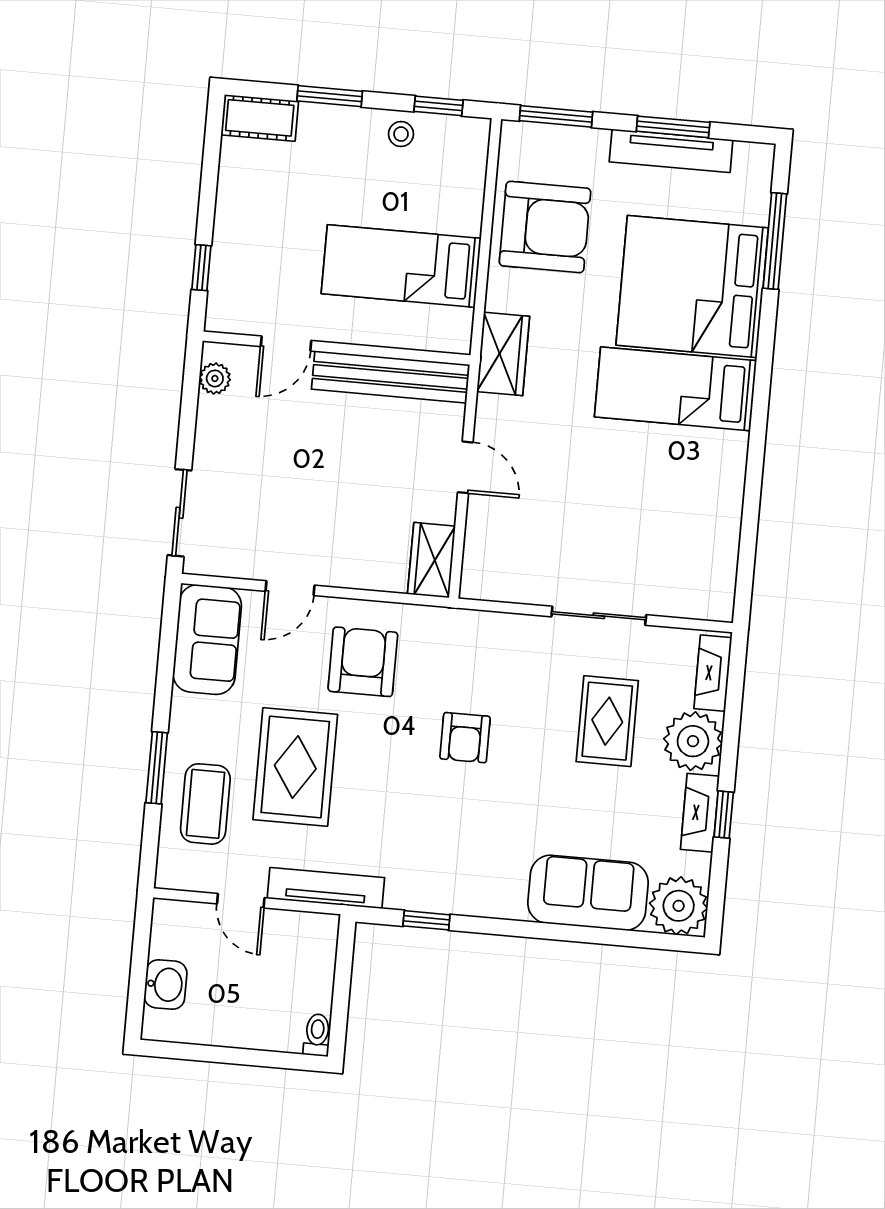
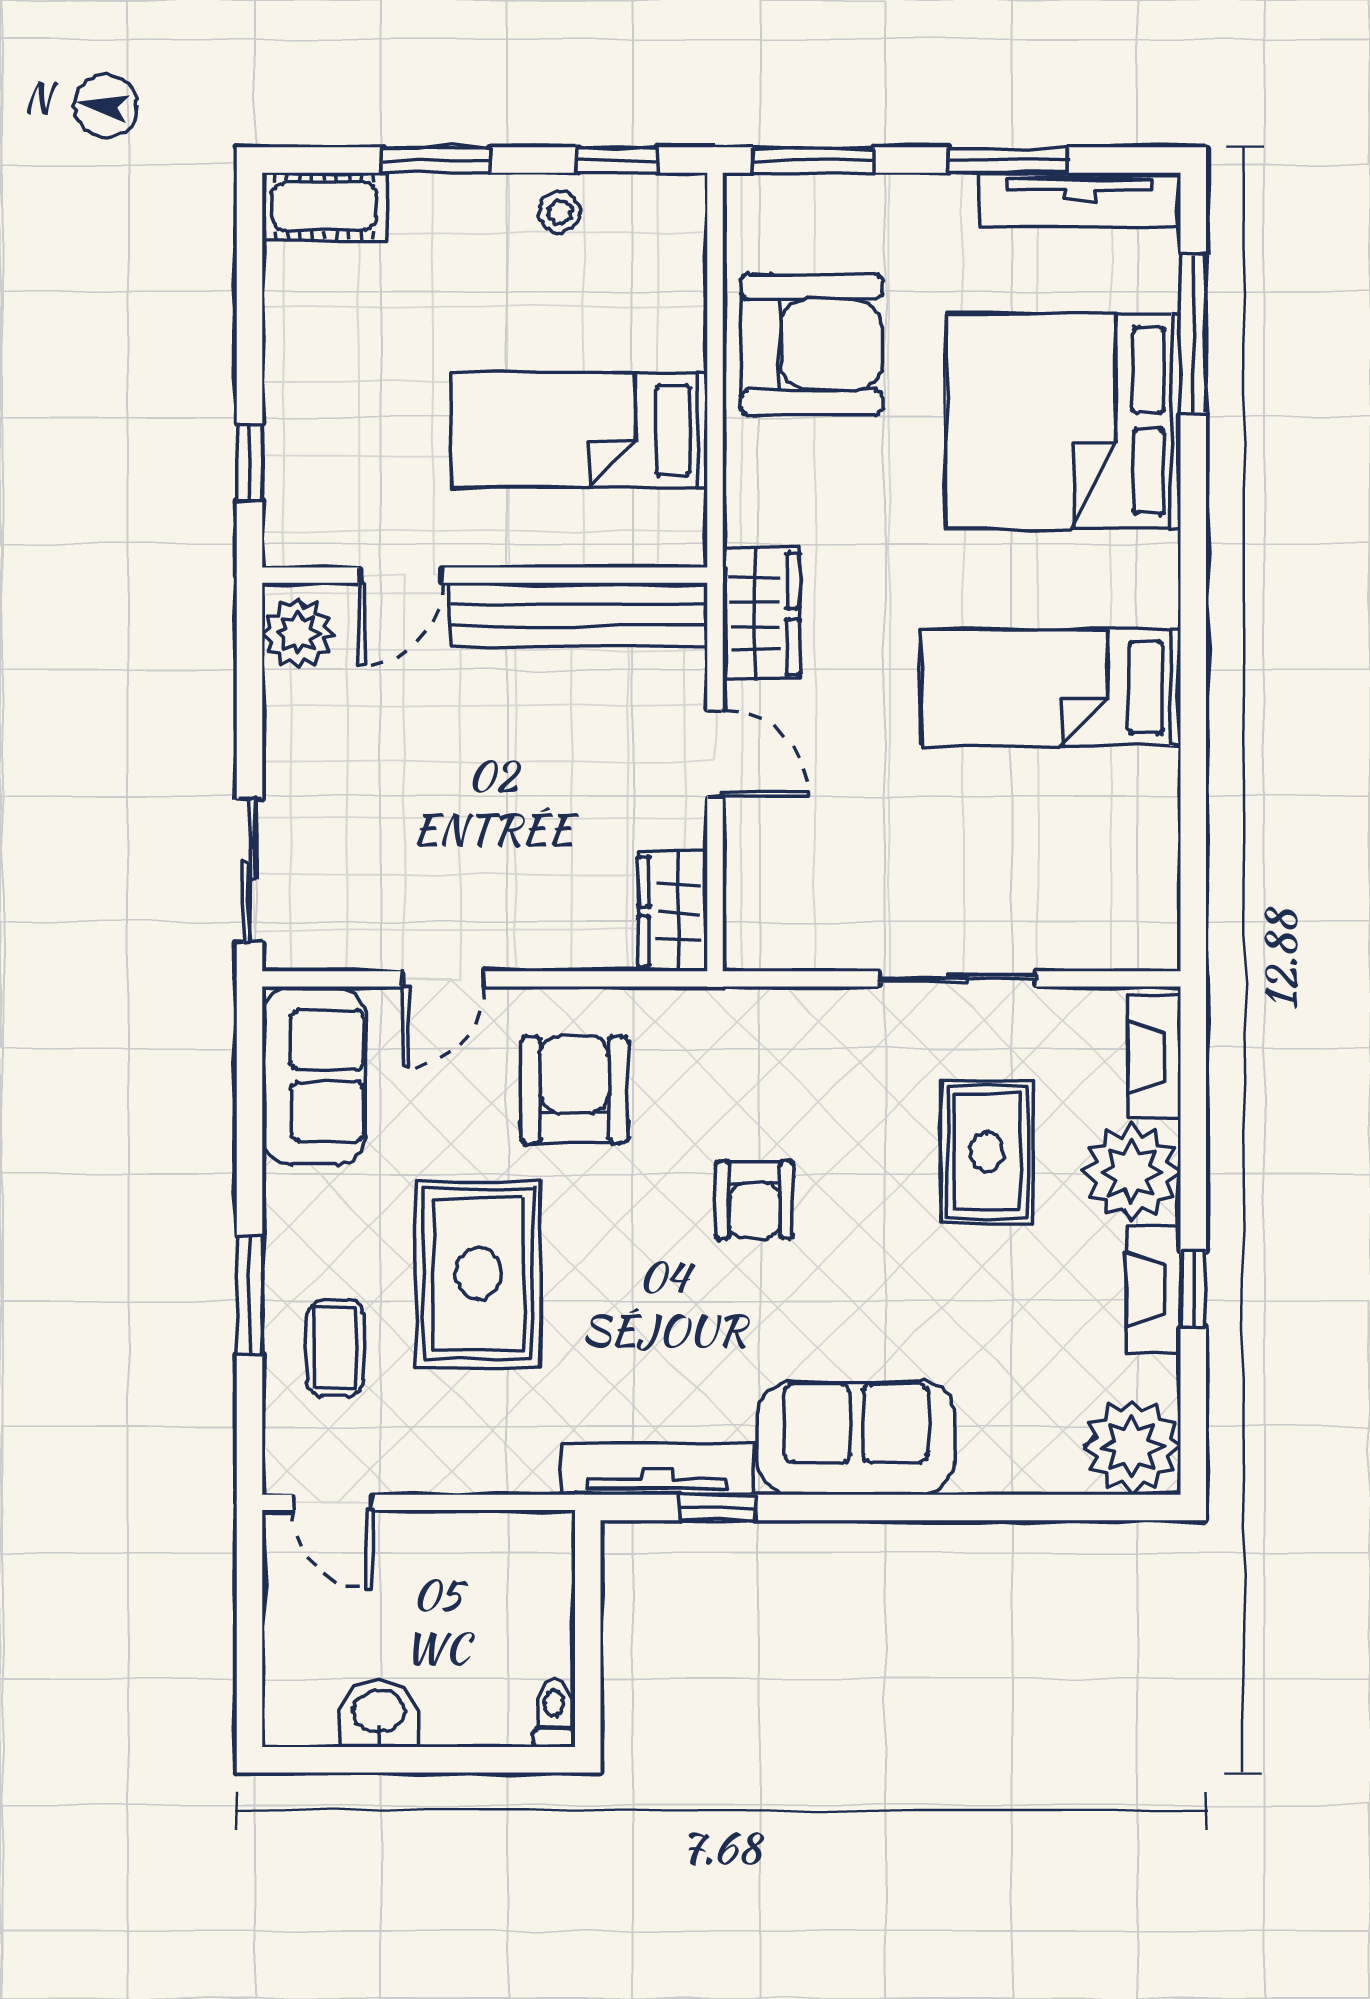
tv unit: (671, 151) -> (1080, 200), moved
wardrobe: (503, 354) -> (761, 614), moved
plant: (215, 378) -> (298, 634), width x1.38, depth x1.38
bed: (676, 389) -> (1051, 688), moved
coffee table: (205, 804) -> (335, 1348), width x0.73, depth x0.77
tv unit: (326, 888) -> (658, 1469), moved
sofa: (588, 893) -> (856, 1438), moved
door: (241, 901) -> (333, 1502), moved
washbasin: (165, 984) -> (379, 1713), moved, turned -90

